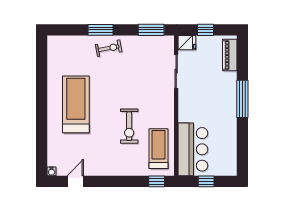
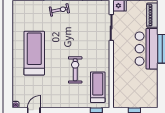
exercise bike: (129, 126) -> (75, 70), turned 180
bar counter: (193, 149) -> (147, 49), moved, turned 180

